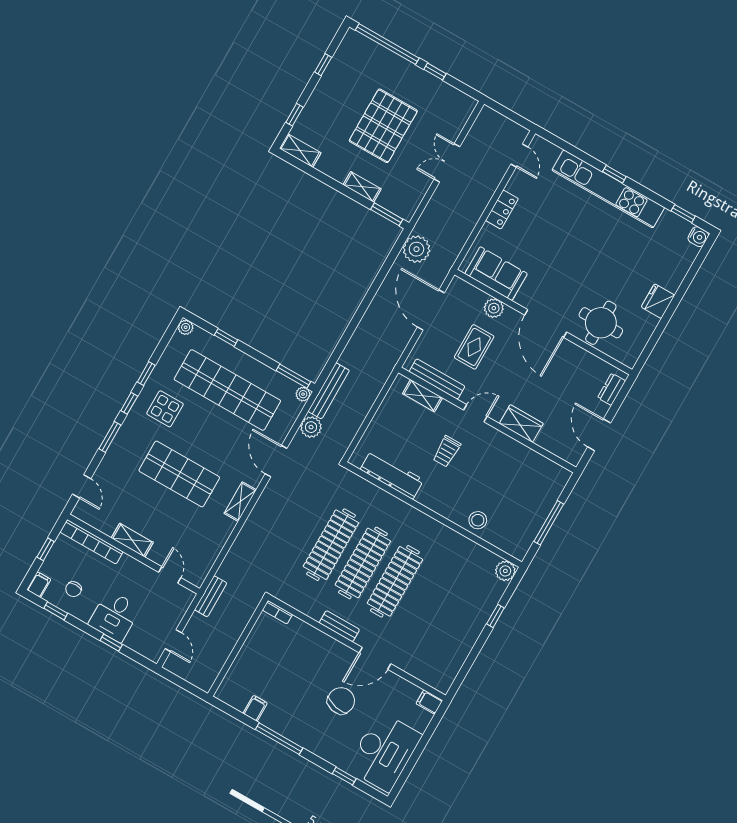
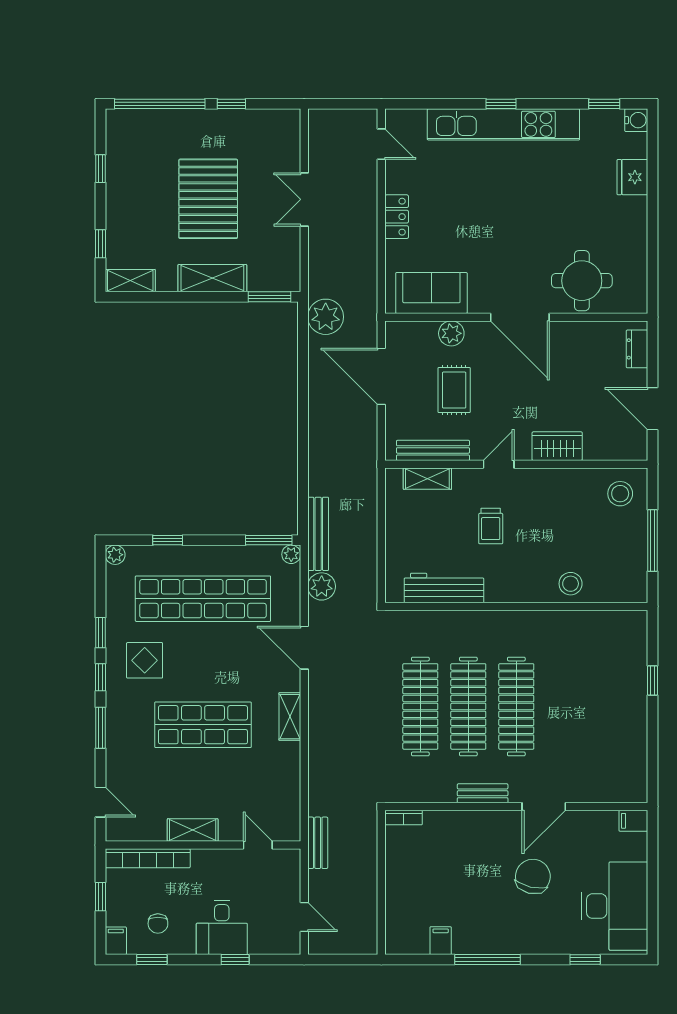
shelving: (362, 187) -> (212, 278), width x1.50, depth x1.33
fridge: (658, 301) -> (632, 177), moved
stool: (545, 479) -> (620, 494), added
plant: (505, 571) -> (635, 623), removed

